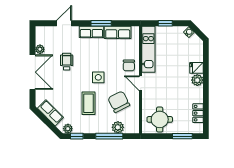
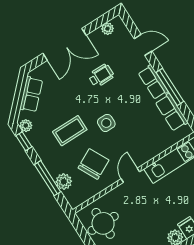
window: (101, 23) -> (170, 87), width x1.44
plant: (40, 49) -> (107, 29), moved
chair: (129, 65) -> (142, 149), removed

